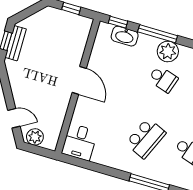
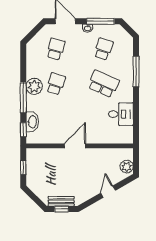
door: (14, 118) -> (108, 192), moved
desk: (80, 142) -> (121, 114), moved

